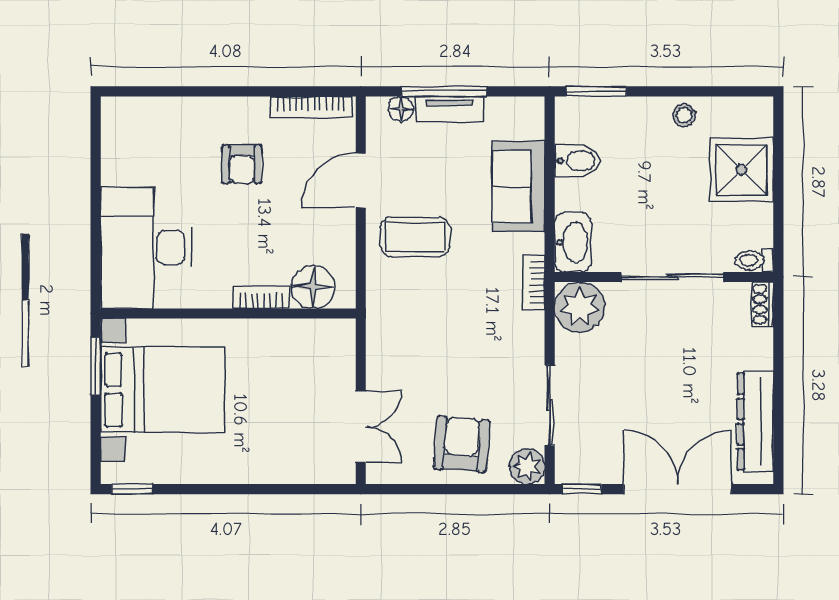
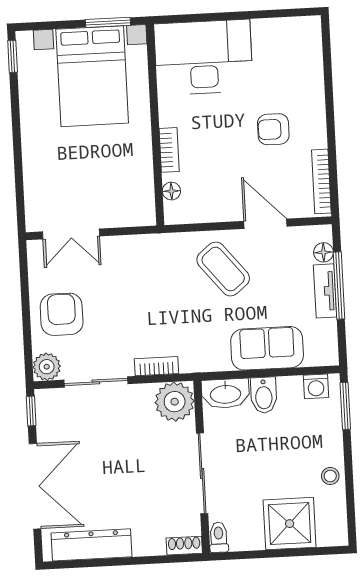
washing machine: (570, 127) -> (316, 386), added
bidet: (578, 161) -> (264, 395), moved
coffee table: (415, 237) -> (223, 269), turned -39
bookcase: (534, 282) -> (157, 366), moved
floor lamp: (313, 287) -> (171, 191), width x0.53, depth x0.53
armchair: (462, 444) -> (62, 314), turned -94

